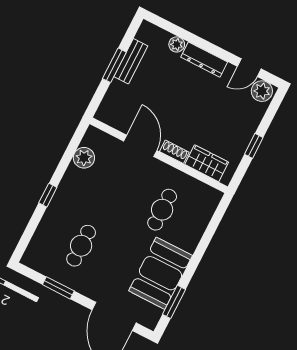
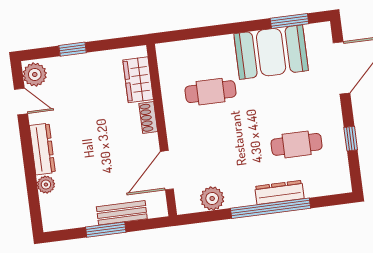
bench: (131, 61) -> (122, 213), moved
door: (140, 146) -> (167, 170), moved
window: (254, 146) -> (73, 49), moved
window: (48, 195) -> (271, 208), width x3.17
dresser: (55, 209) -> (279, 192), added
window: (58, 288) -> (351, 139), width x0.67

